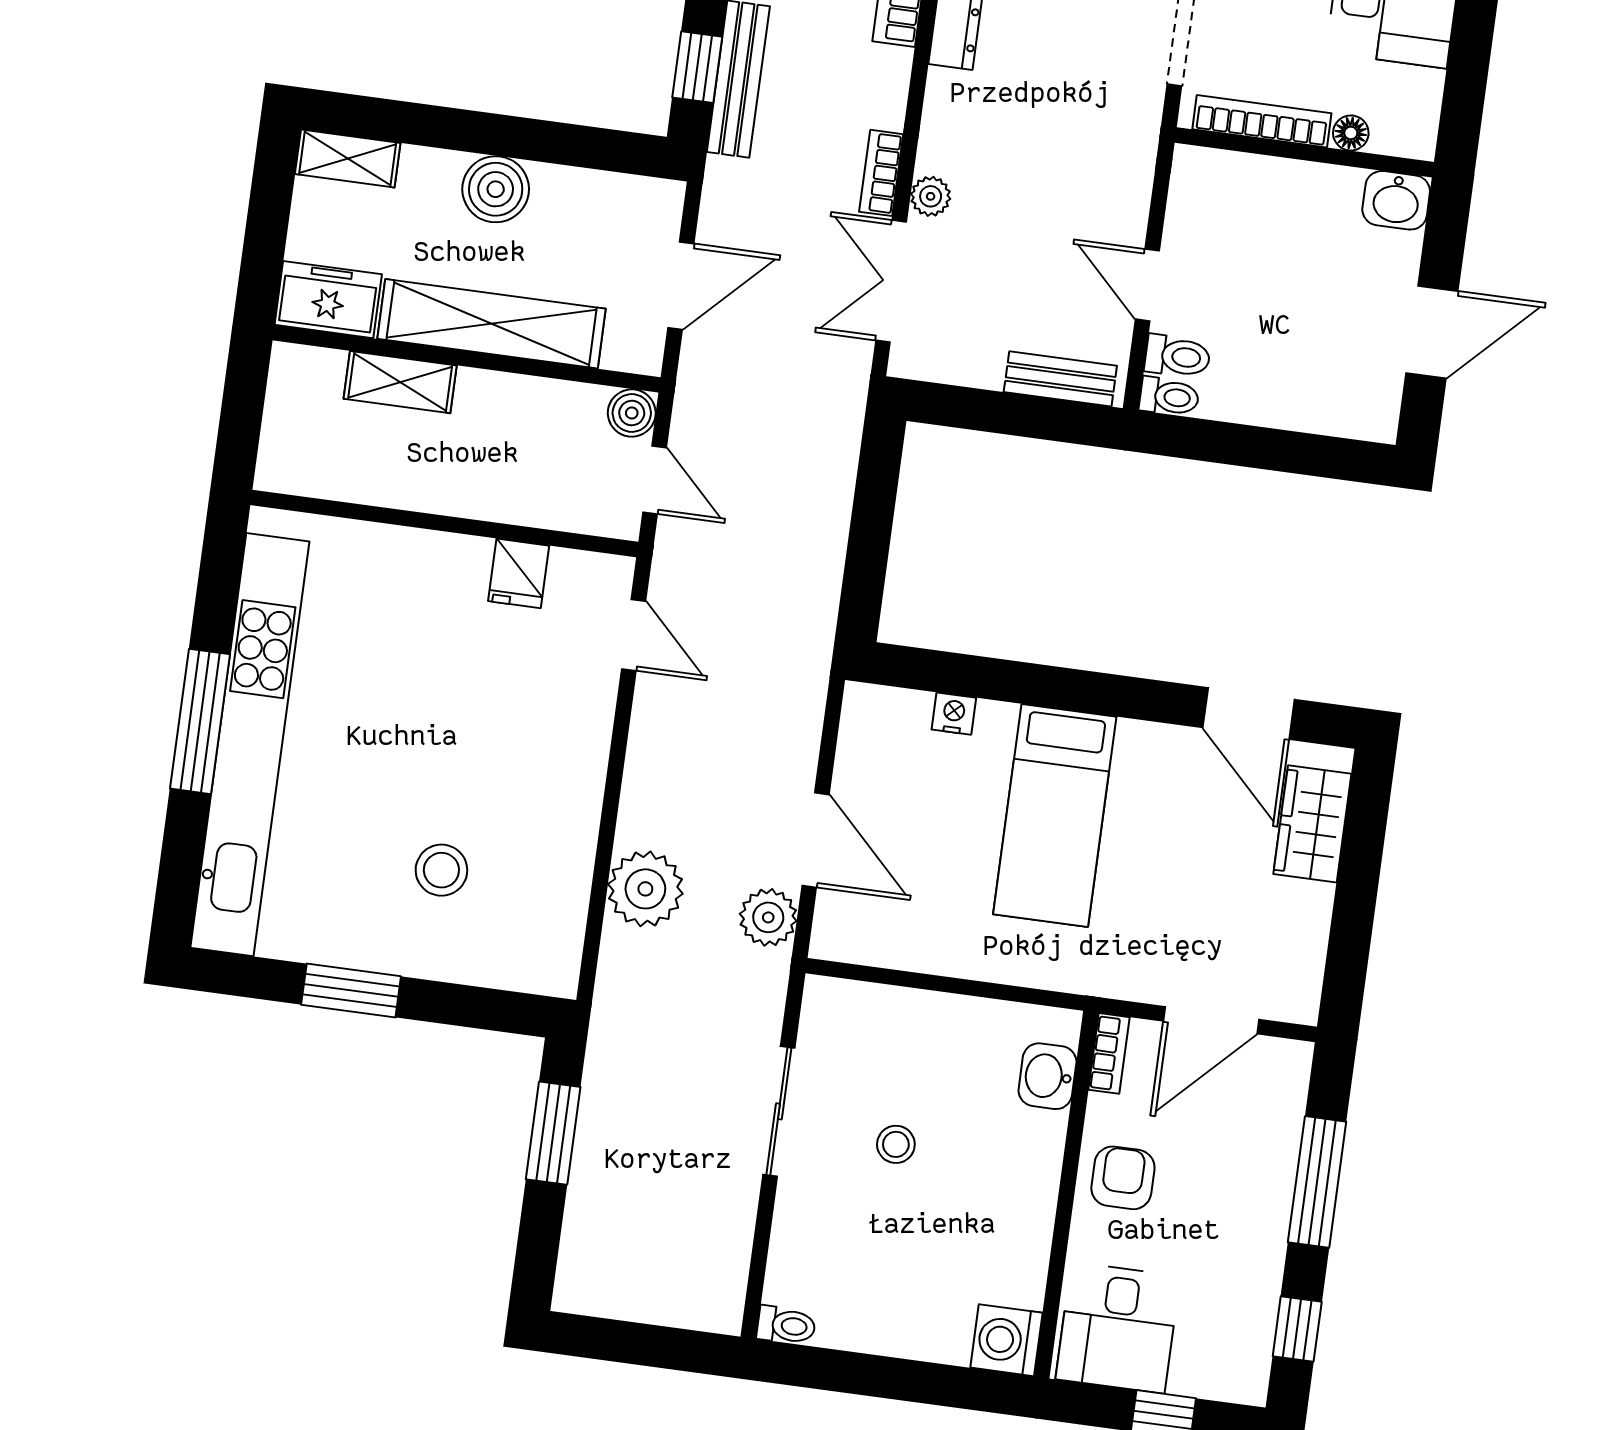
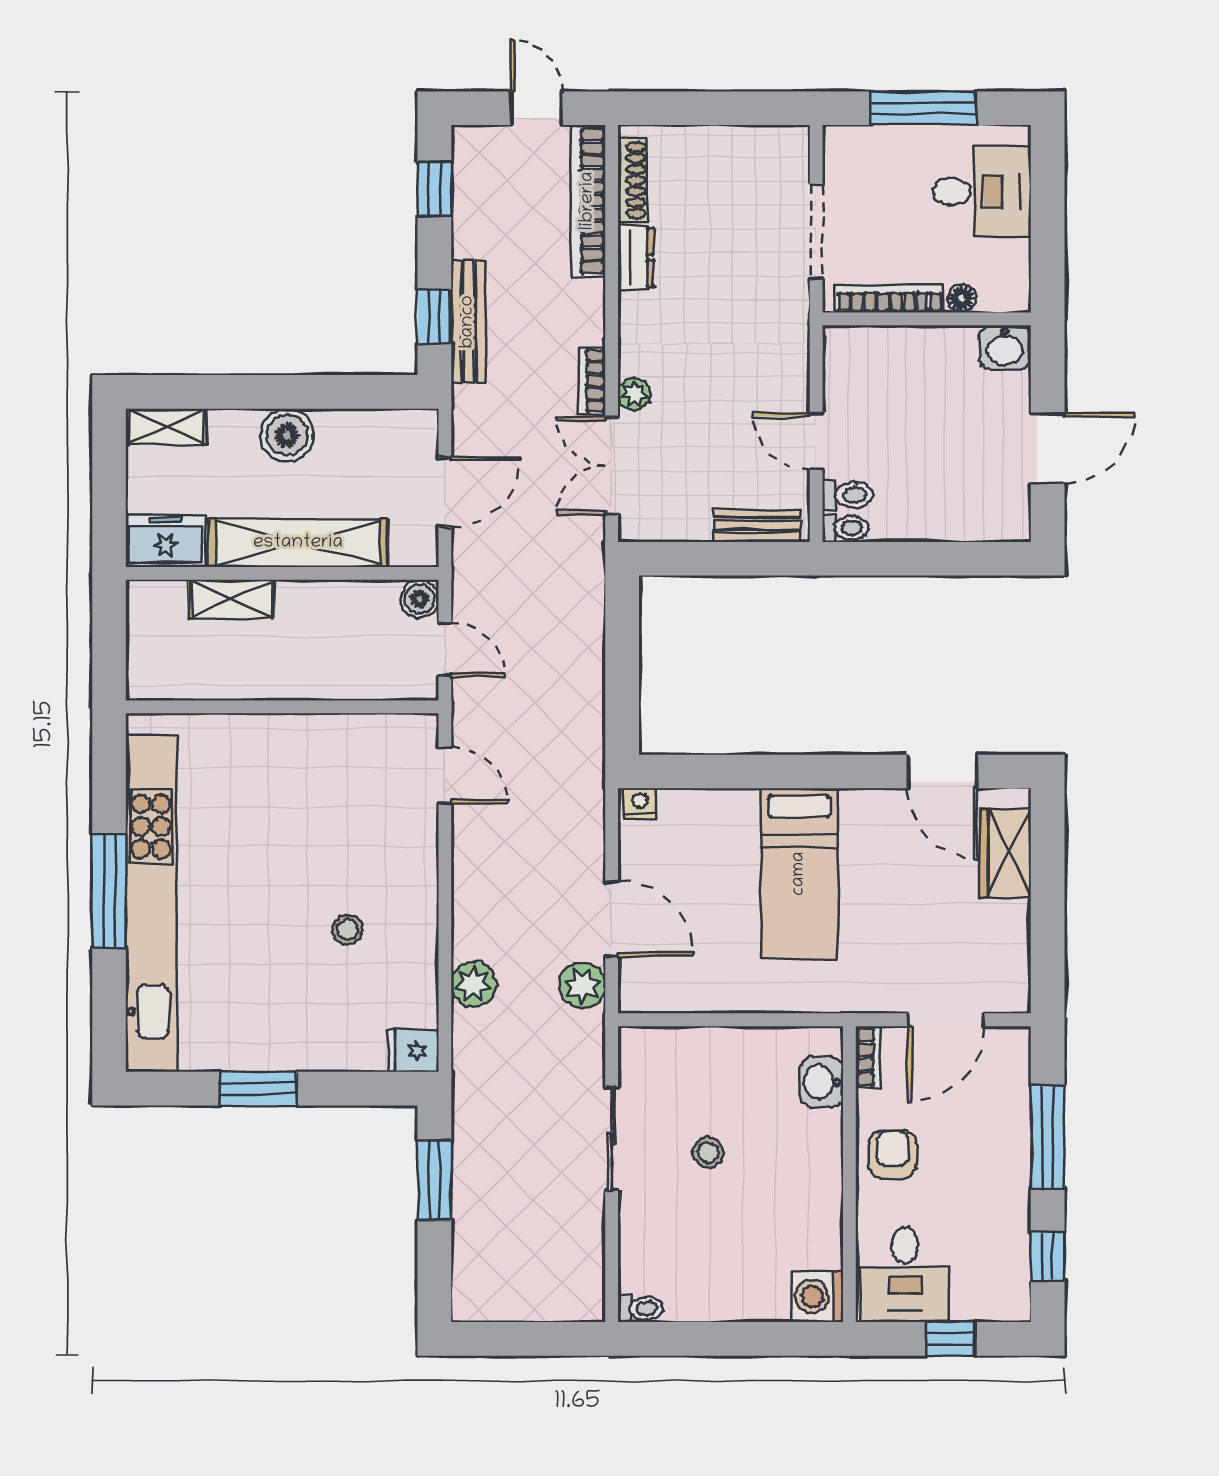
fridge: (519, 573) -> (413, 1051), moved, turned 90
nightstand: (954, 714) -> (640, 803), moved
stool: (441, 870) -> (348, 929), moved, width x0.73, depth x0.73
plant: (645, 889) -> (473, 984), width x0.73, depth x0.73

